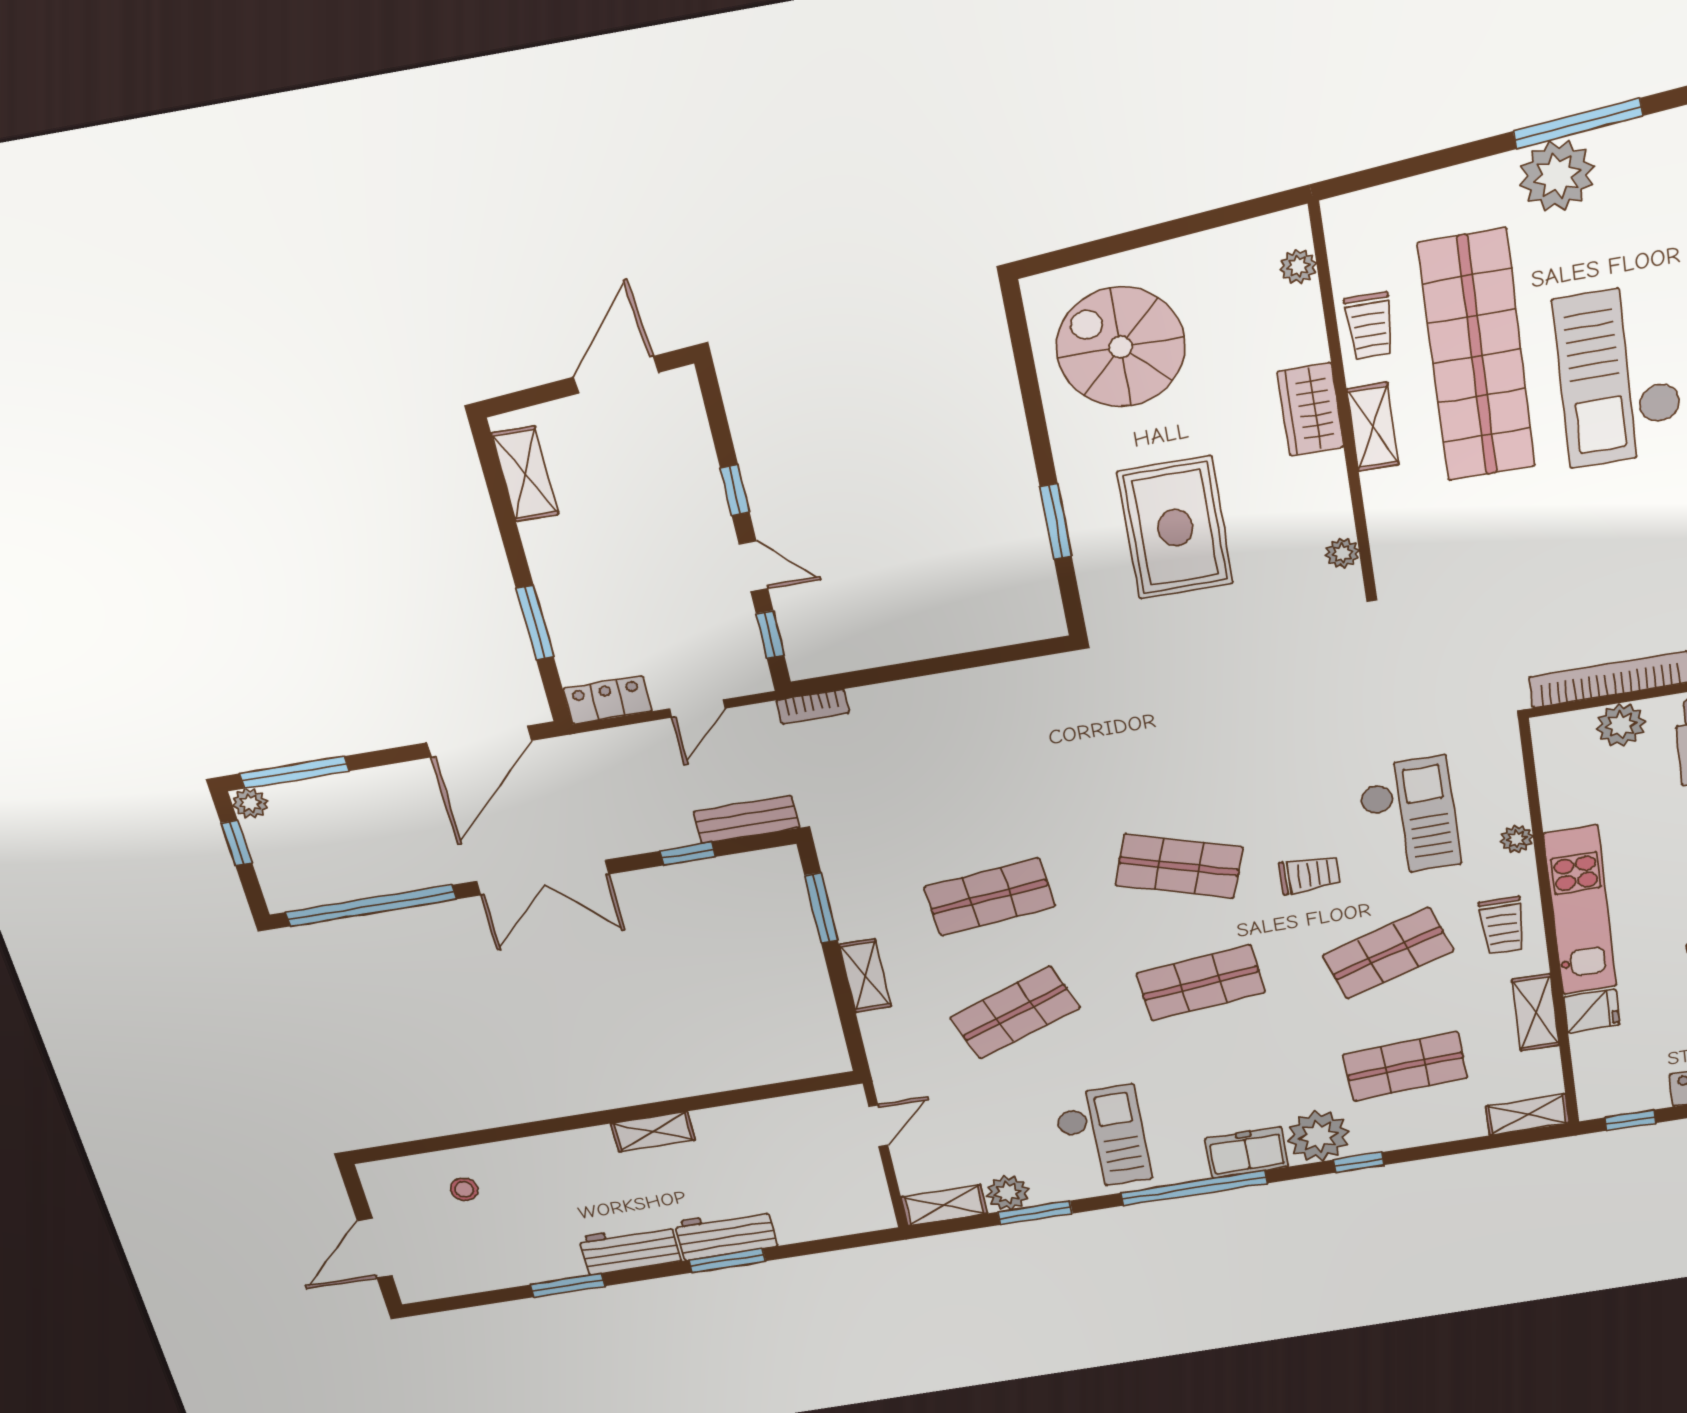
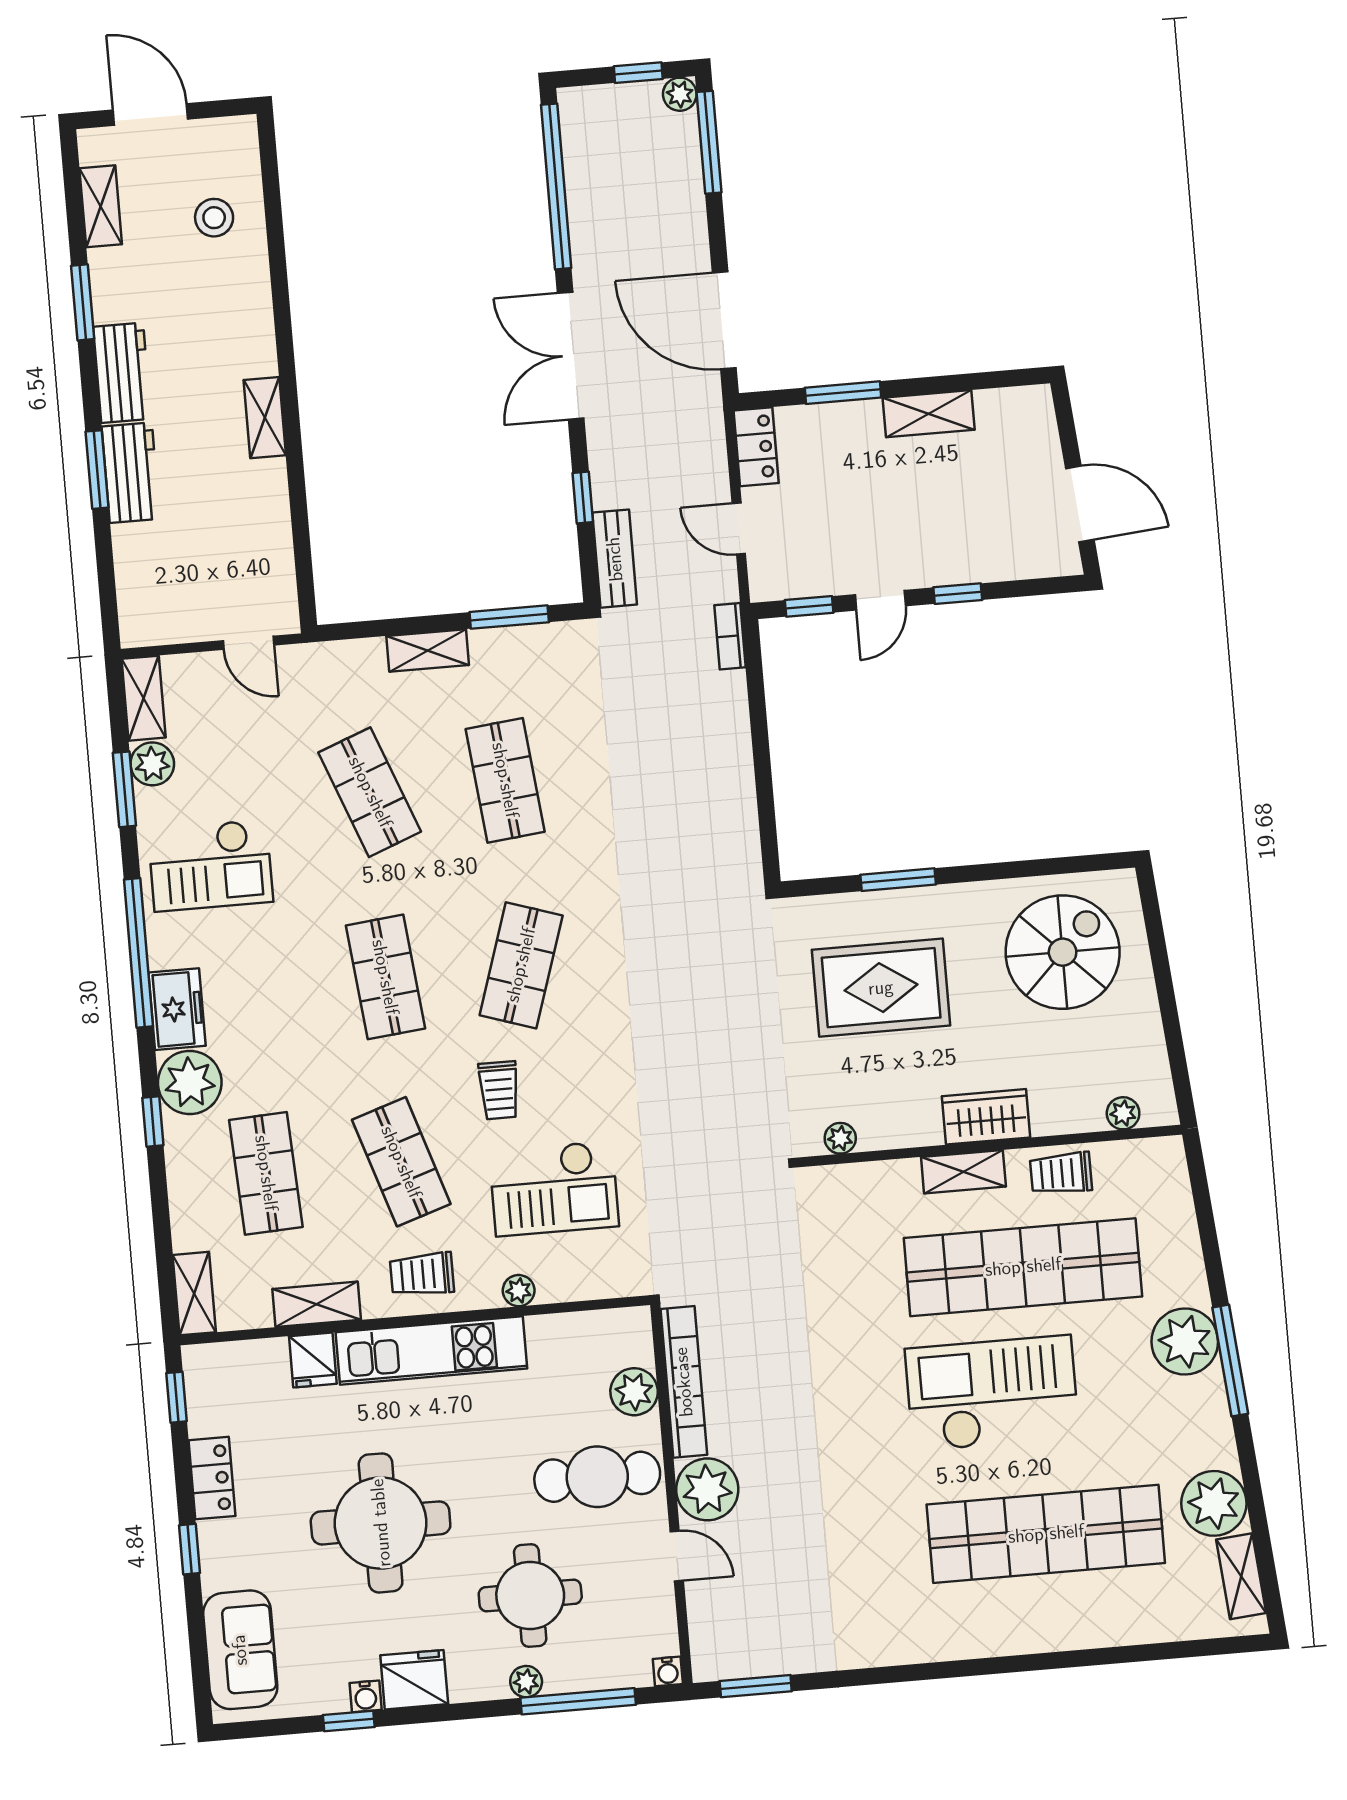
shelving: (525, 474) -> (929, 414), moved
stool: (464, 1189) -> (214, 218), width x1.37, depth x1.37
shelving: (472, 1279) -> (101, 206), added

